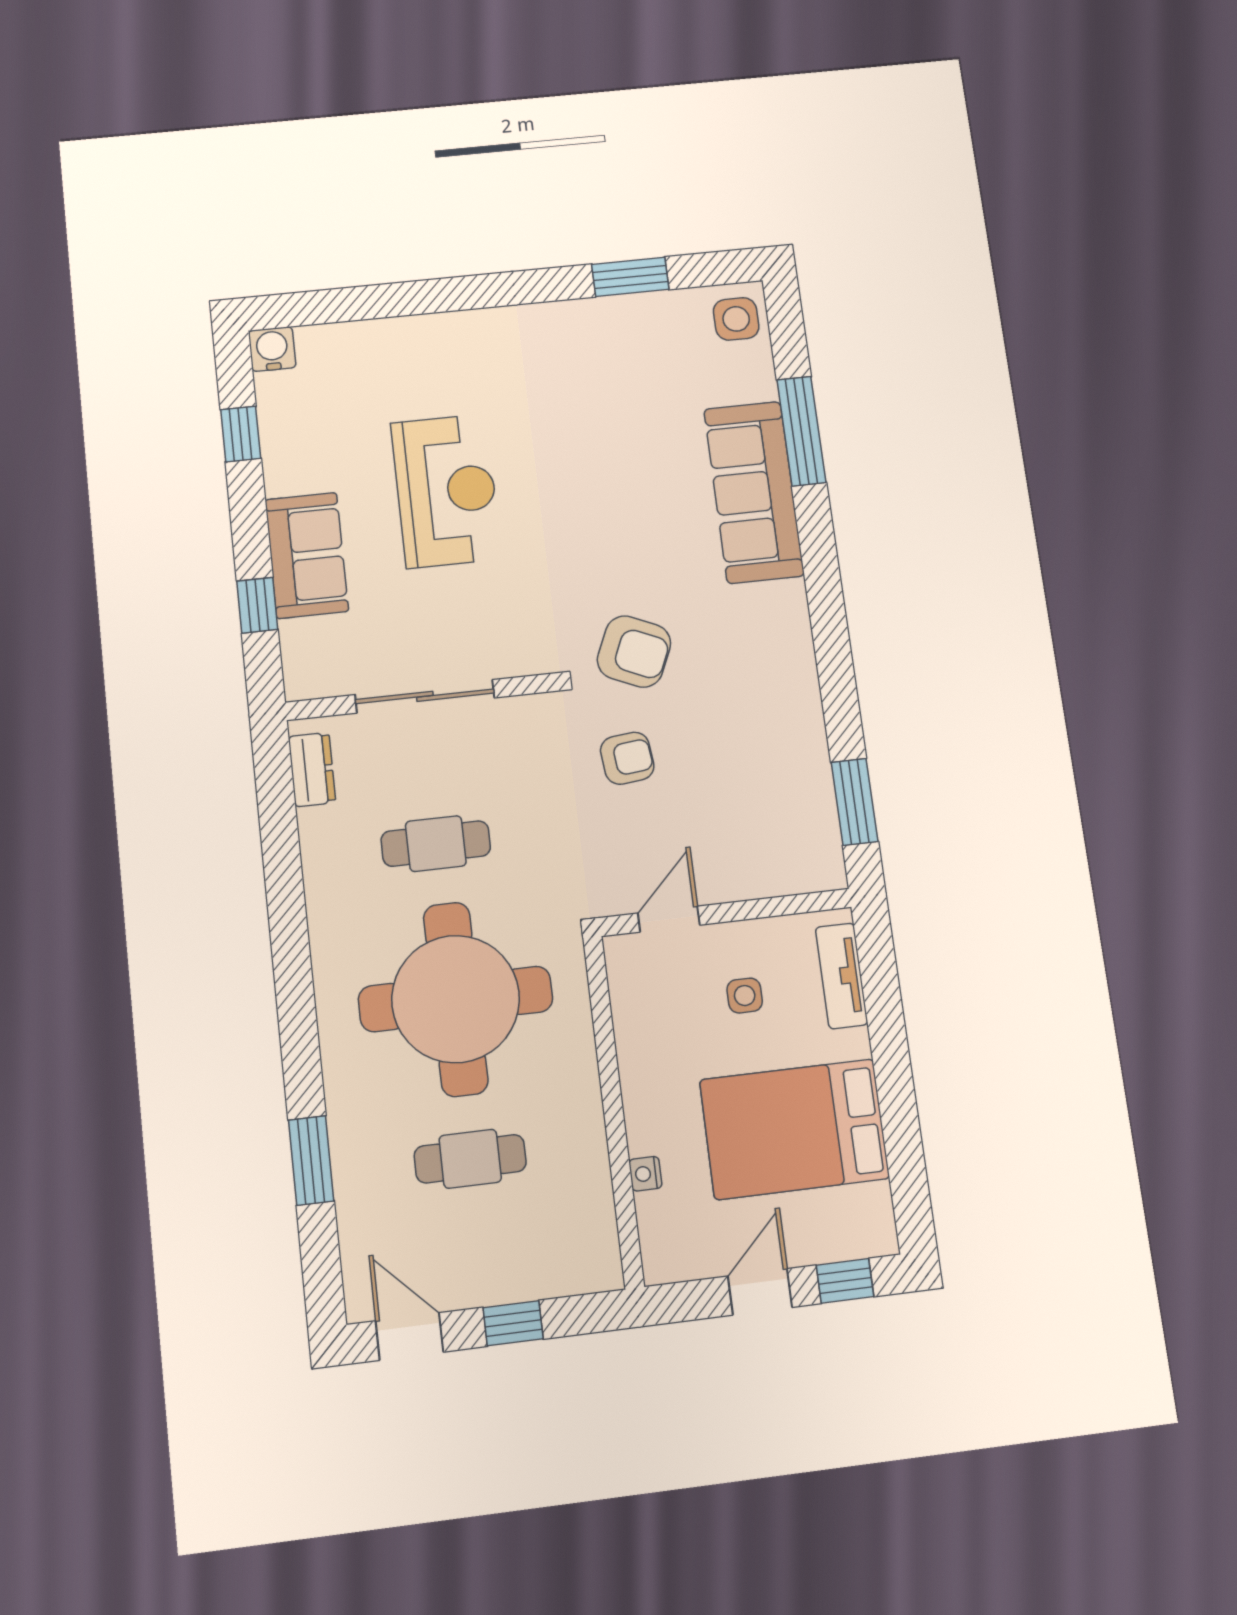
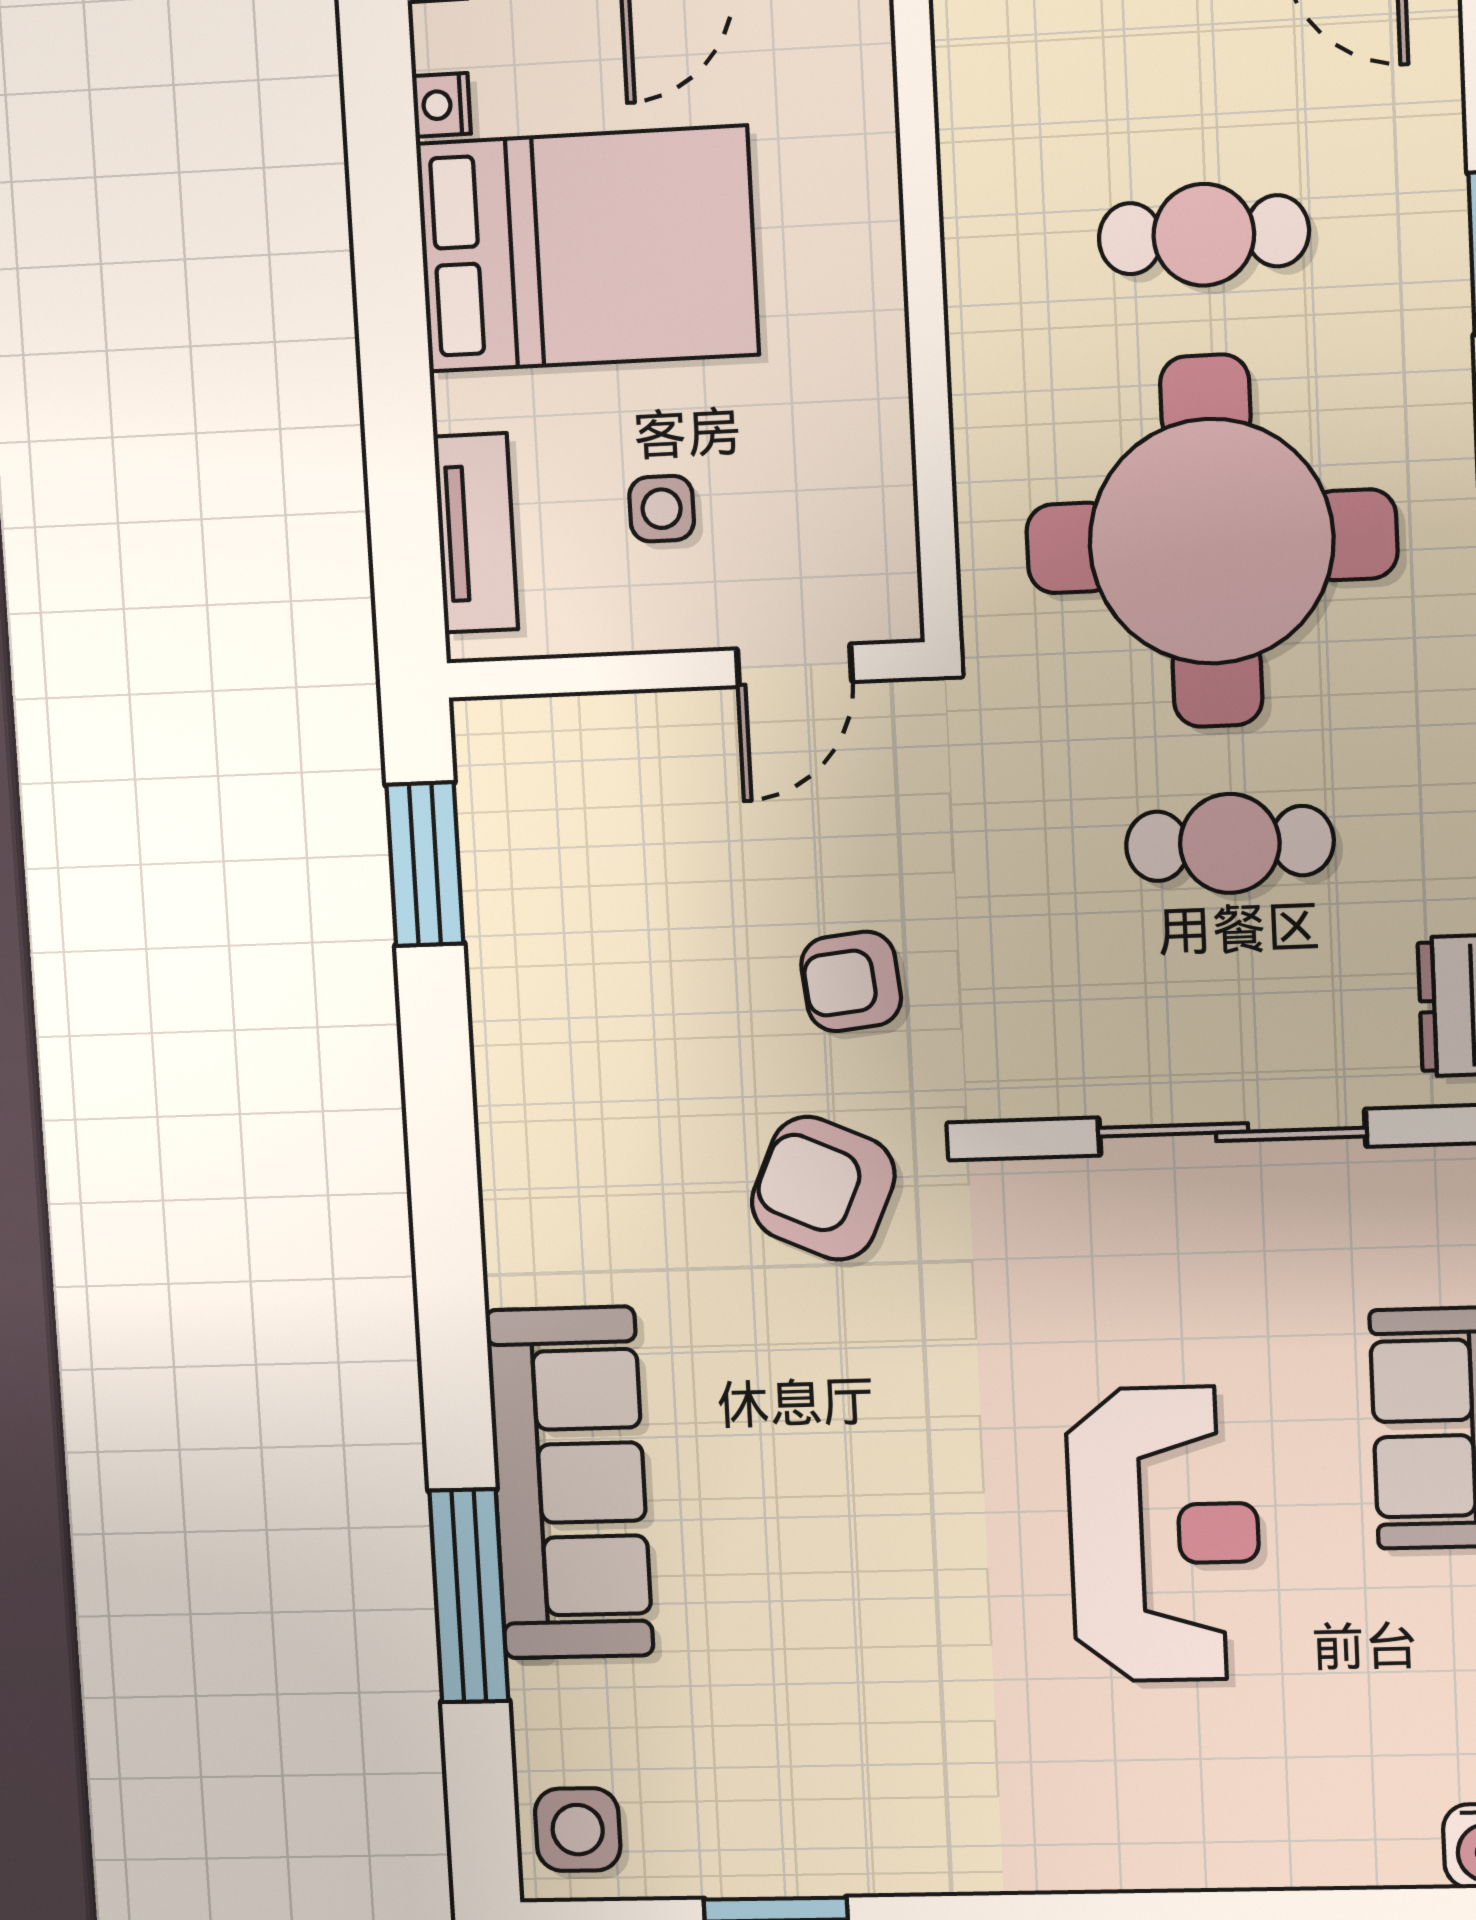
reception desk: (446, 491) -> (1164, 1534), turned 180
nightstand: (645, 1174) -> (441, 105), moved, turned 180

